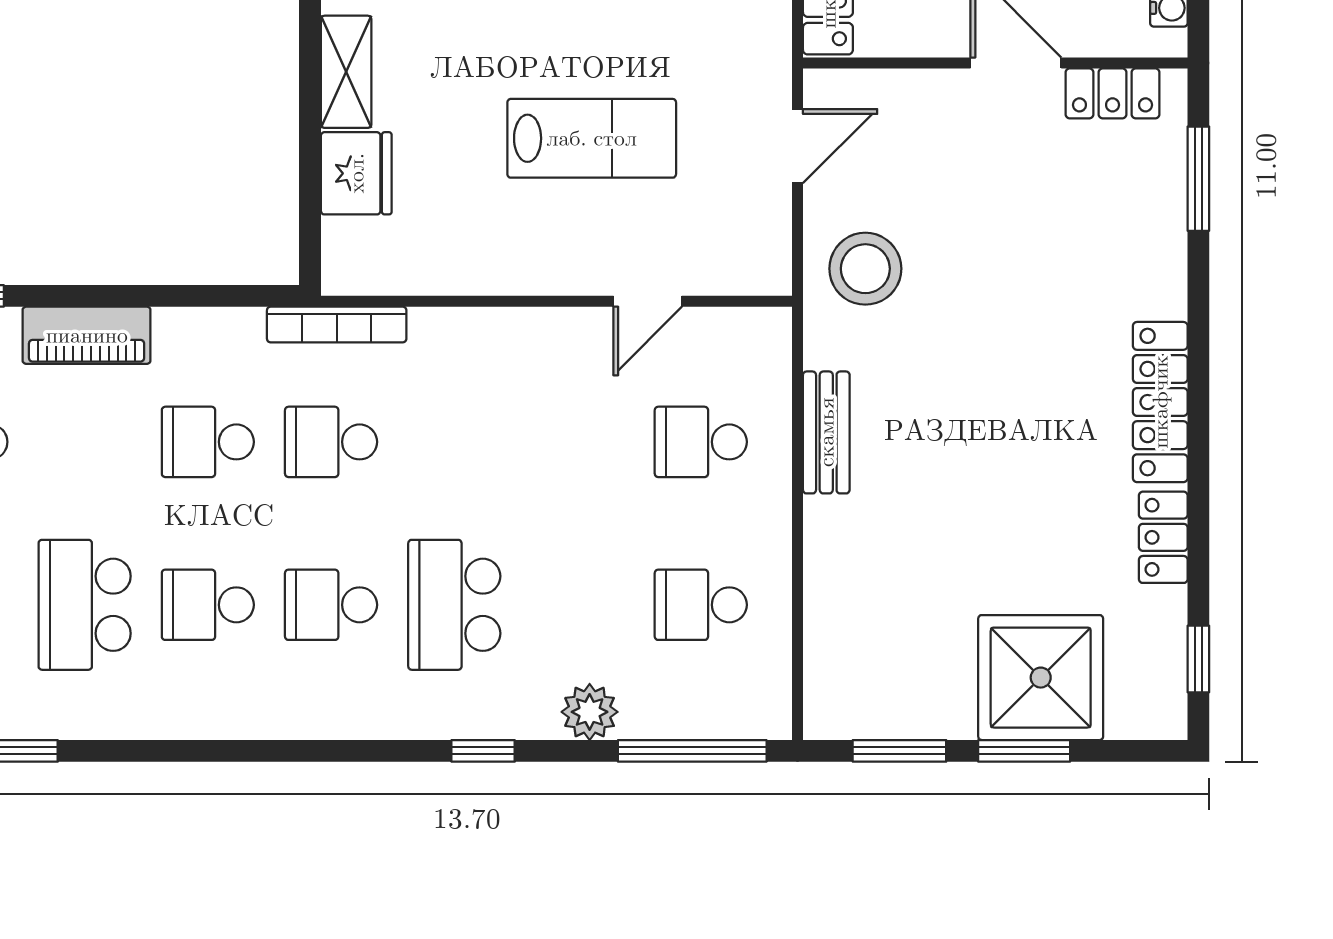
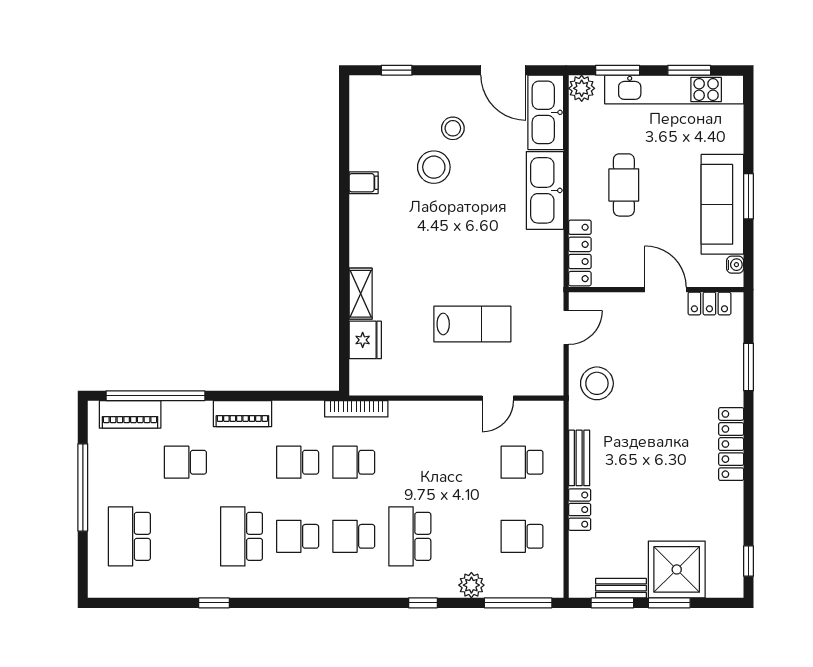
window: (1198, 179) -> (749, 367), moved
locker: (1163, 537) -> (580, 510), moved, turned 180
bench: (918, 719) -> (621, 588), added

